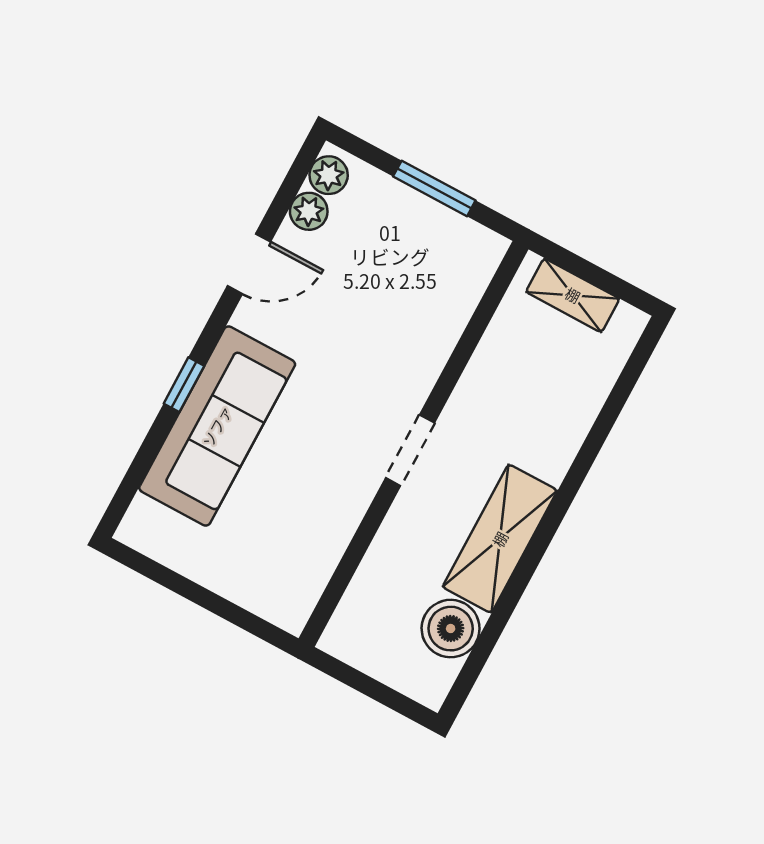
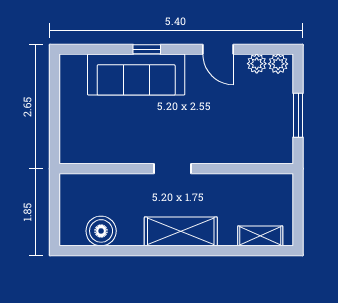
shelving: (573, 295) -> (260, 236), moved, turned 90
shelving: (500, 539) -> (181, 231), moved

